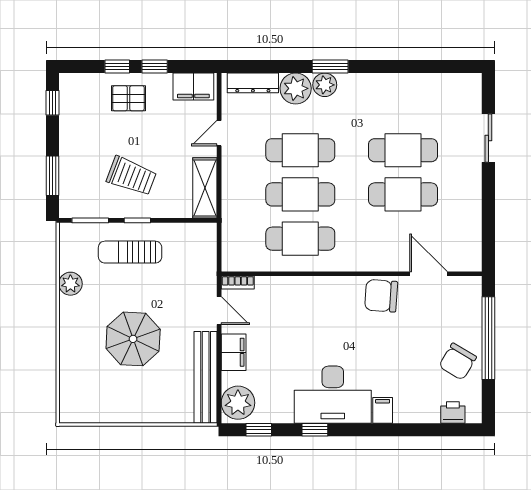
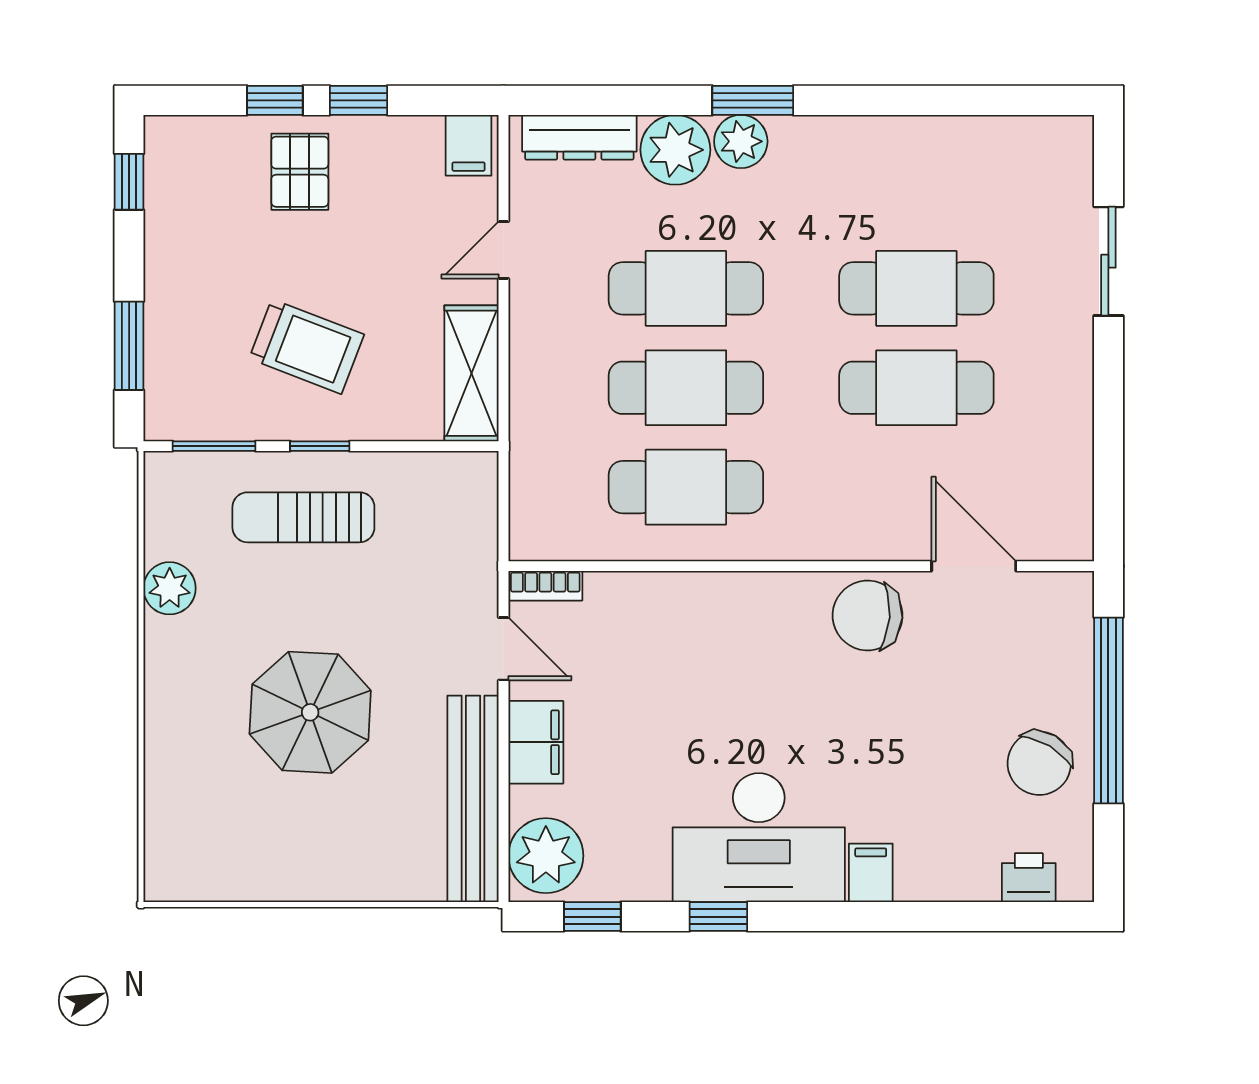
filing cabinet: (193, 86) -> (469, 145), width x0.50
pallet: (128, 98) -> (300, 172), turned 90

